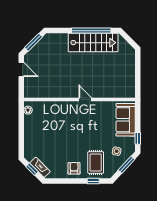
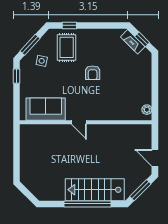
window: (91, 31) -> (88, 204), moved
stairs: (93, 43) -> (95, 190), moved
sofa: (126, 120) -> (46, 109), moved, turned -90
armchair: (74, 168) -> (93, 73), moved

